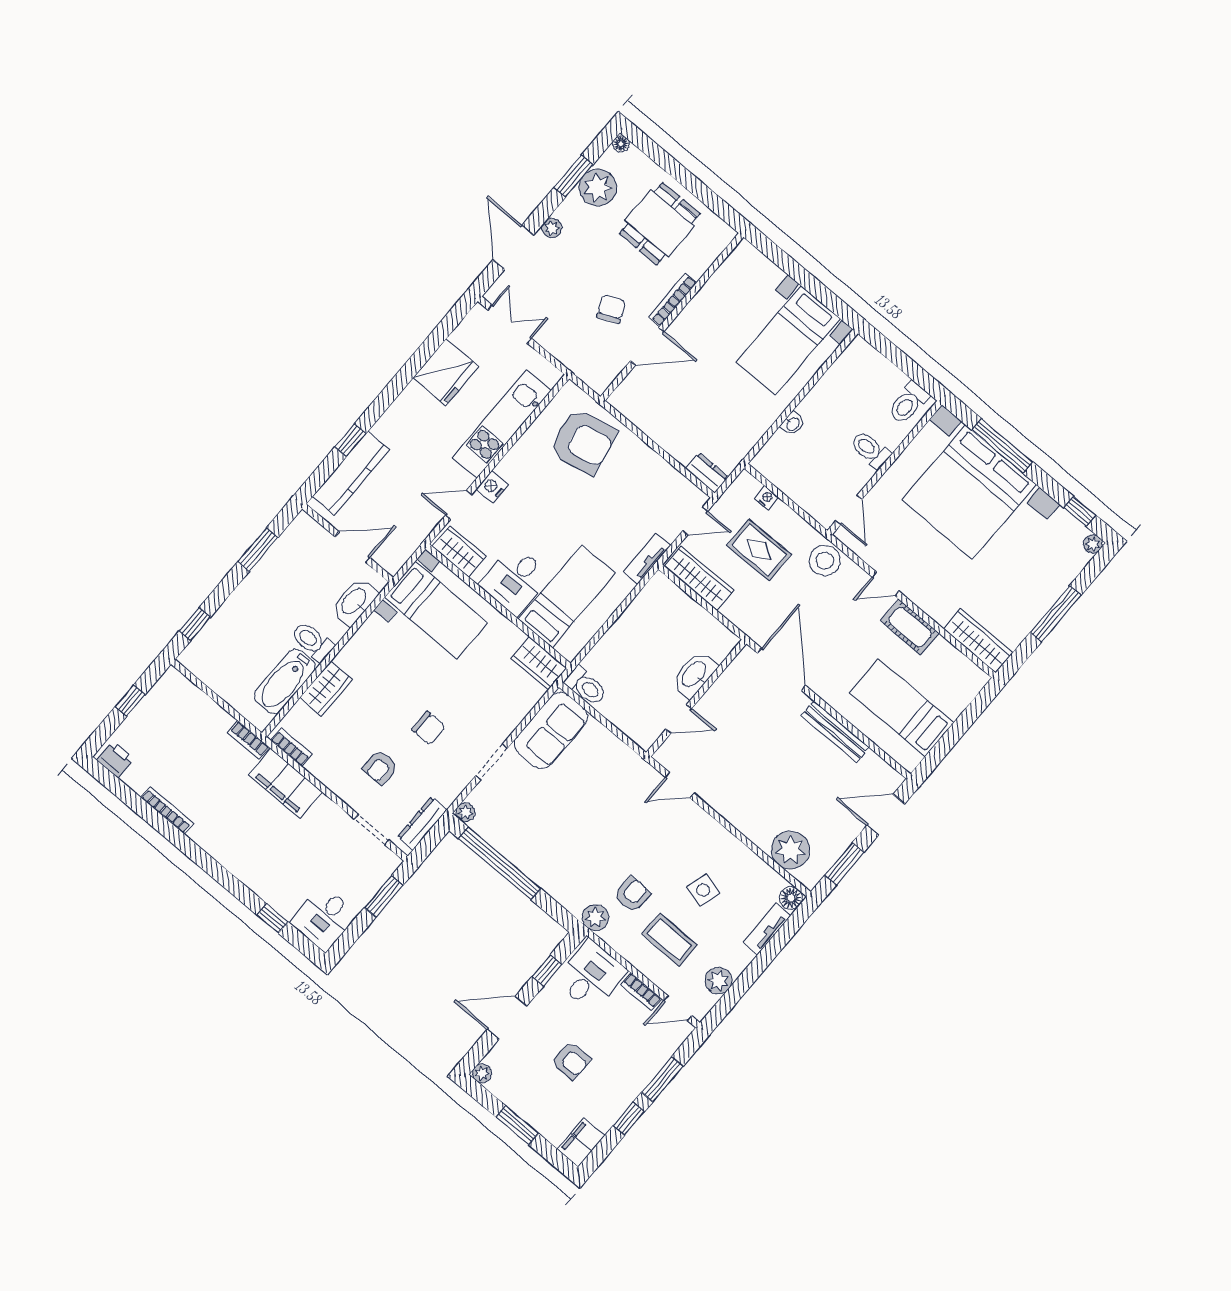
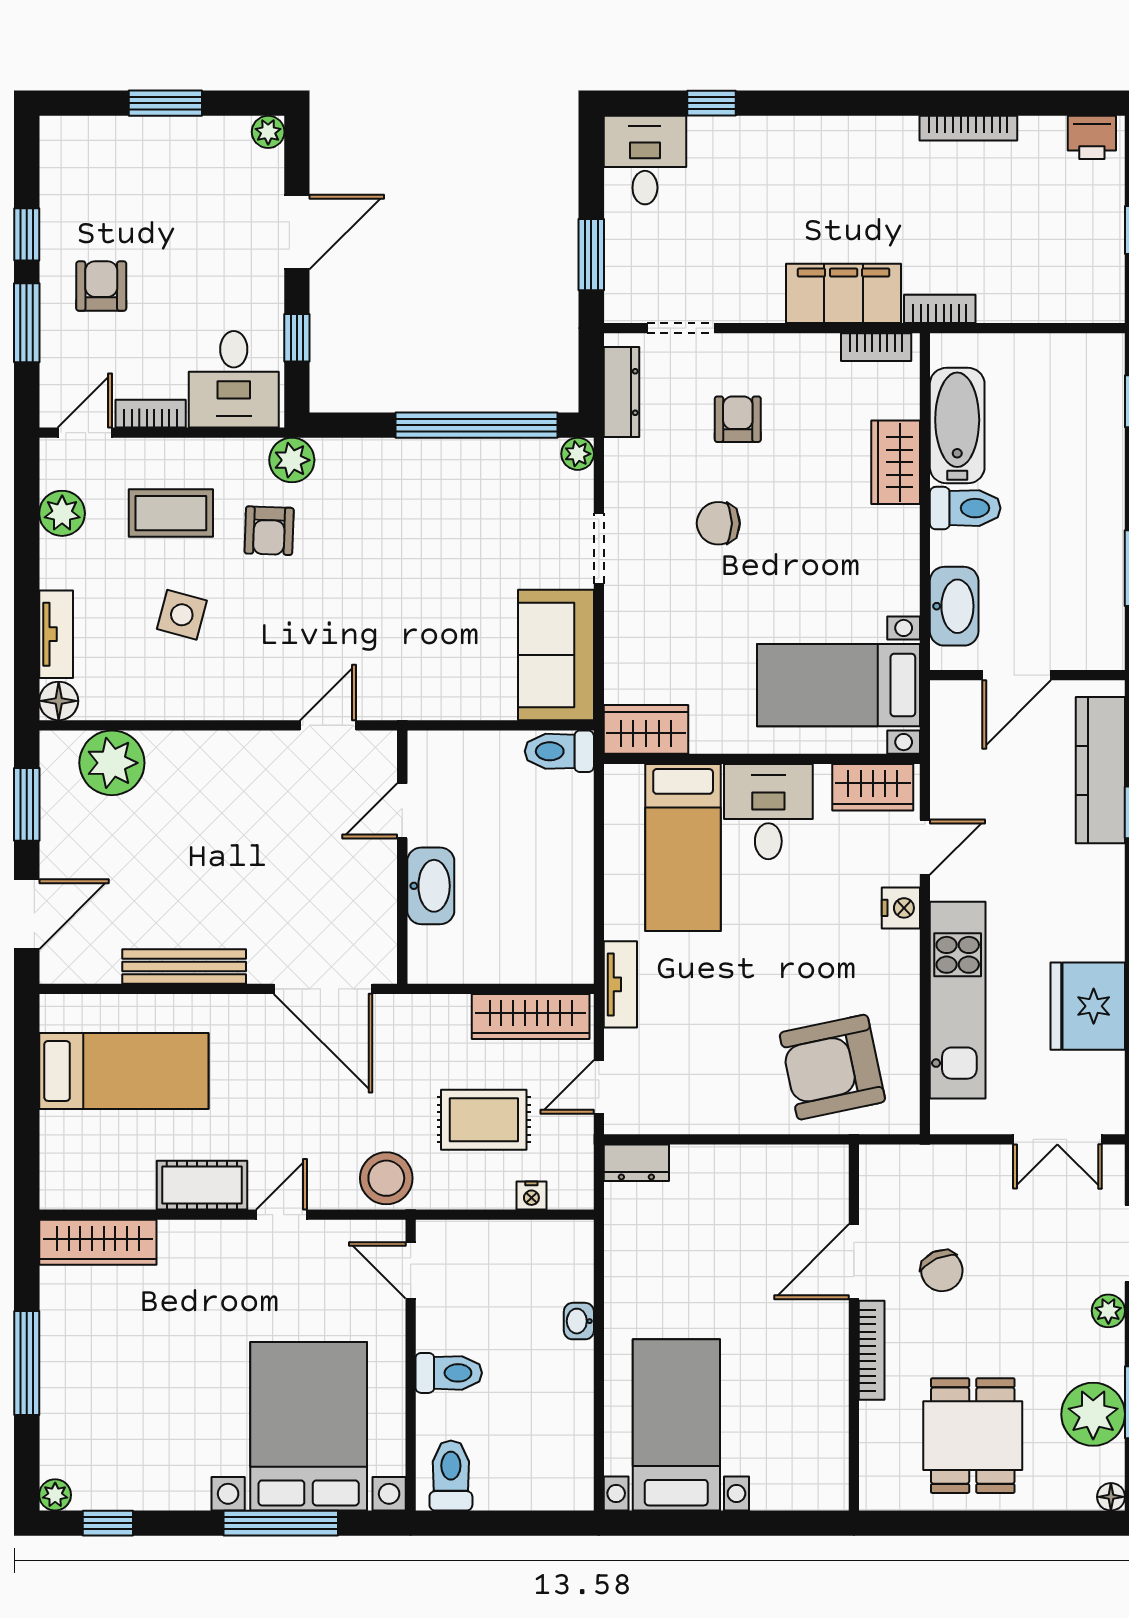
bed with nightstands: (969, 492) -> (309, 1426), width x0.73
armchair: (571, 1061) -> (101, 286), moved, turned 90
filing cabinet: (581, 1142) -> (63, 151), removed

